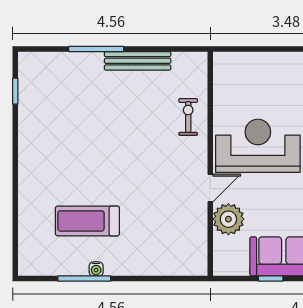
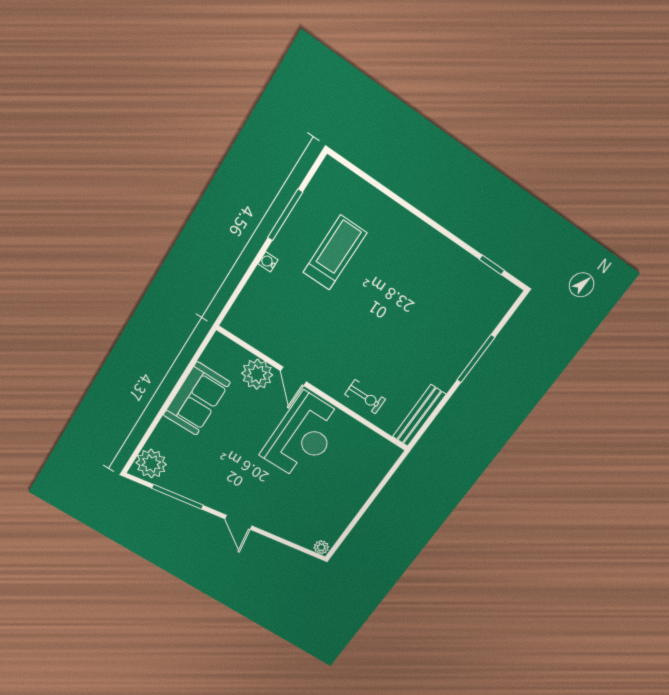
bench: (138, 61) -> (419, 416), moved
water cooler: (96, 269) -> (268, 262), moved
window: (271, 279) -> (184, 376), removed

